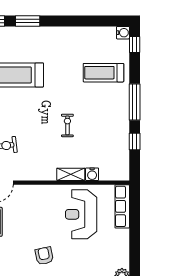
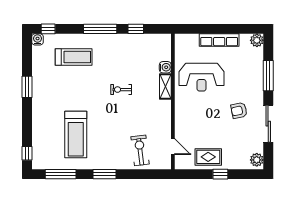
window: (28, 21) -> (27, 87), moved
treadmill: (103, 73) -> (74, 57), turned -90
row of seats: (122, 206) -> (219, 40), moved

